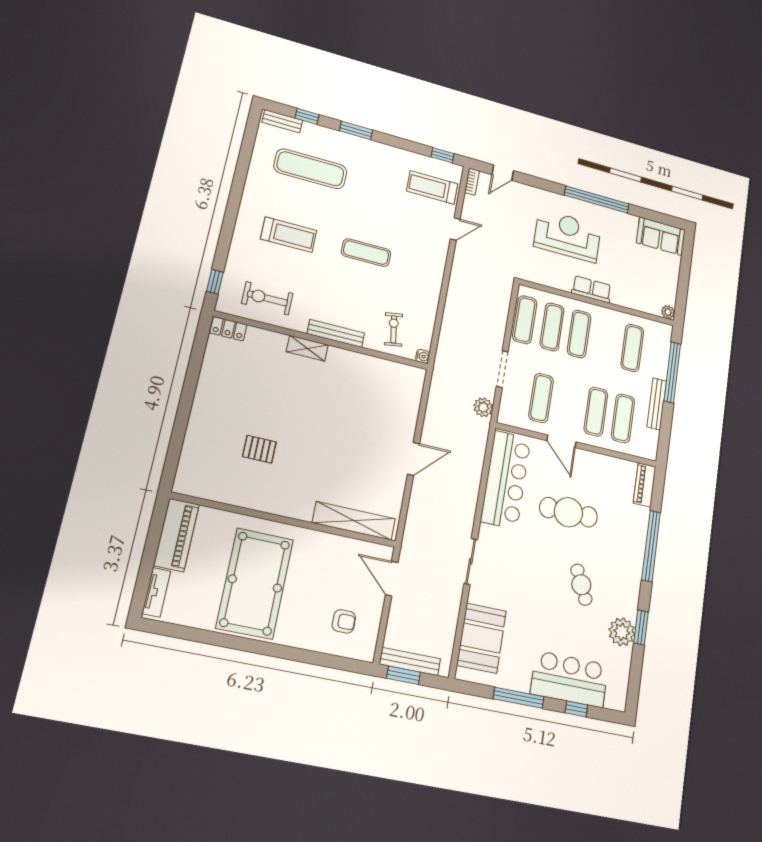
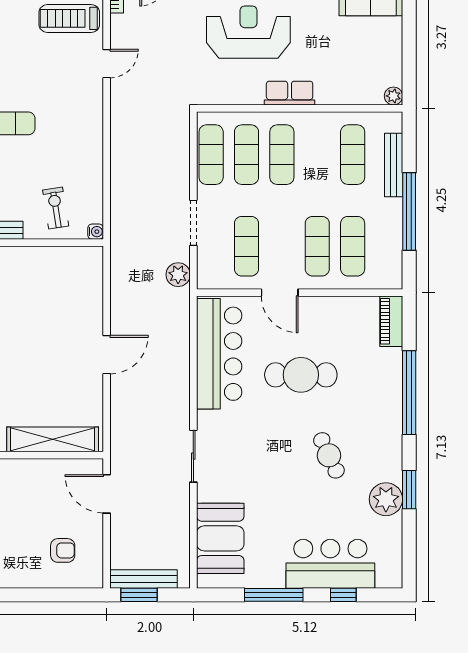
window: (672, 372) -> (409, 212), moved
bench: (657, 404) -> (394, 165), moved

